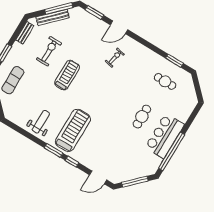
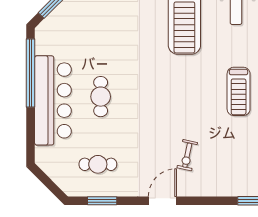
door: (119, 27) -> (162, 201), moved
bar counter: (165, 136) -> (53, 100), width x1.36

